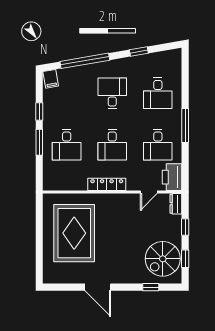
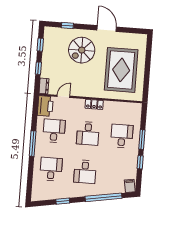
desk: (112, 145) -> (88, 133), turned 180
locker: (107, 184) -> (94, 104), width x0.66
spiral stairs: (163, 259) -> (82, 50), moved, turned 180

